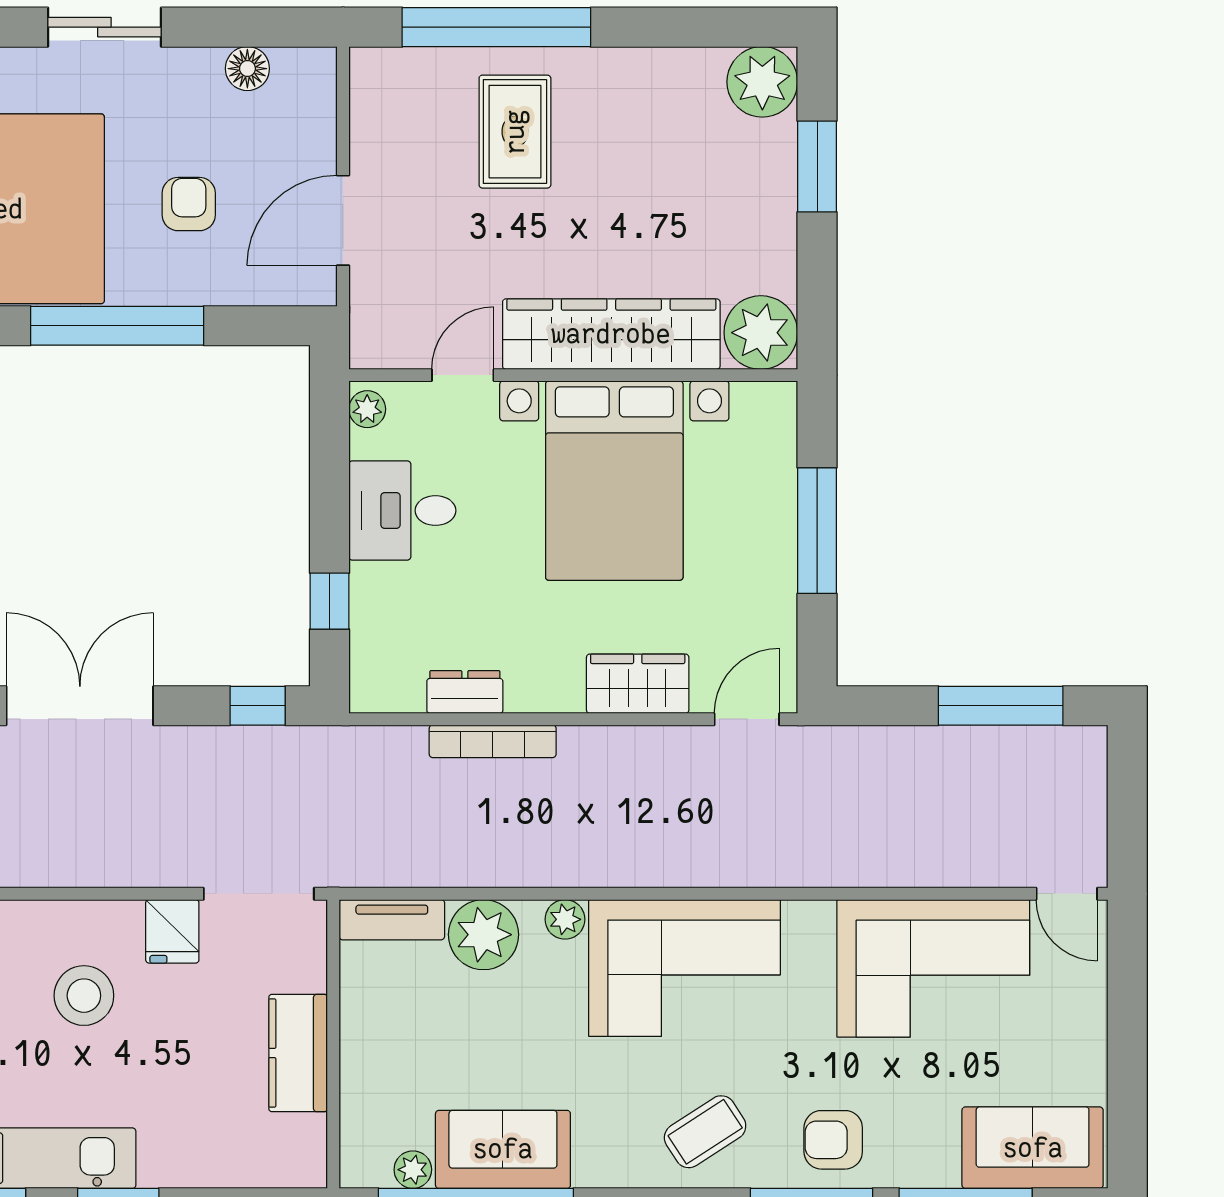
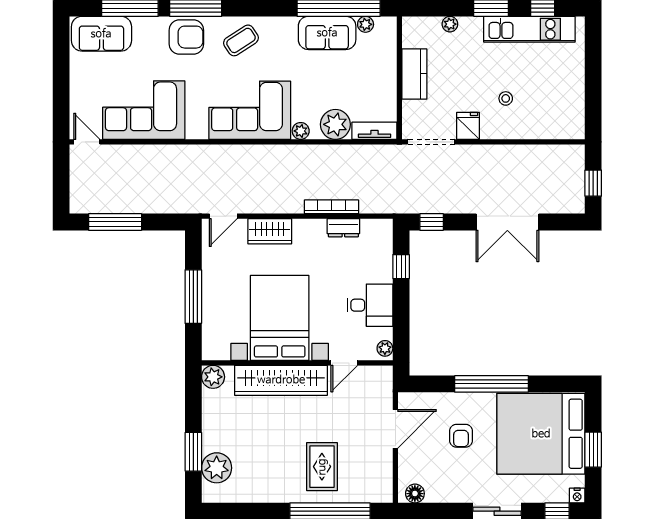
floor lamp: (247, 69) -> (415, 494), moved
plant: (762, 82) -> (217, 468), moved
plant: (761, 333) -> (213, 377), width x0.73, depth x0.73
stool: (84, 996) -> (506, 98), width x0.53, depth x0.53
armchair: (833, 1140) -> (186, 37), width x1.38, depth x1.38
plant: (215, 1170) -> (450, 24), added

